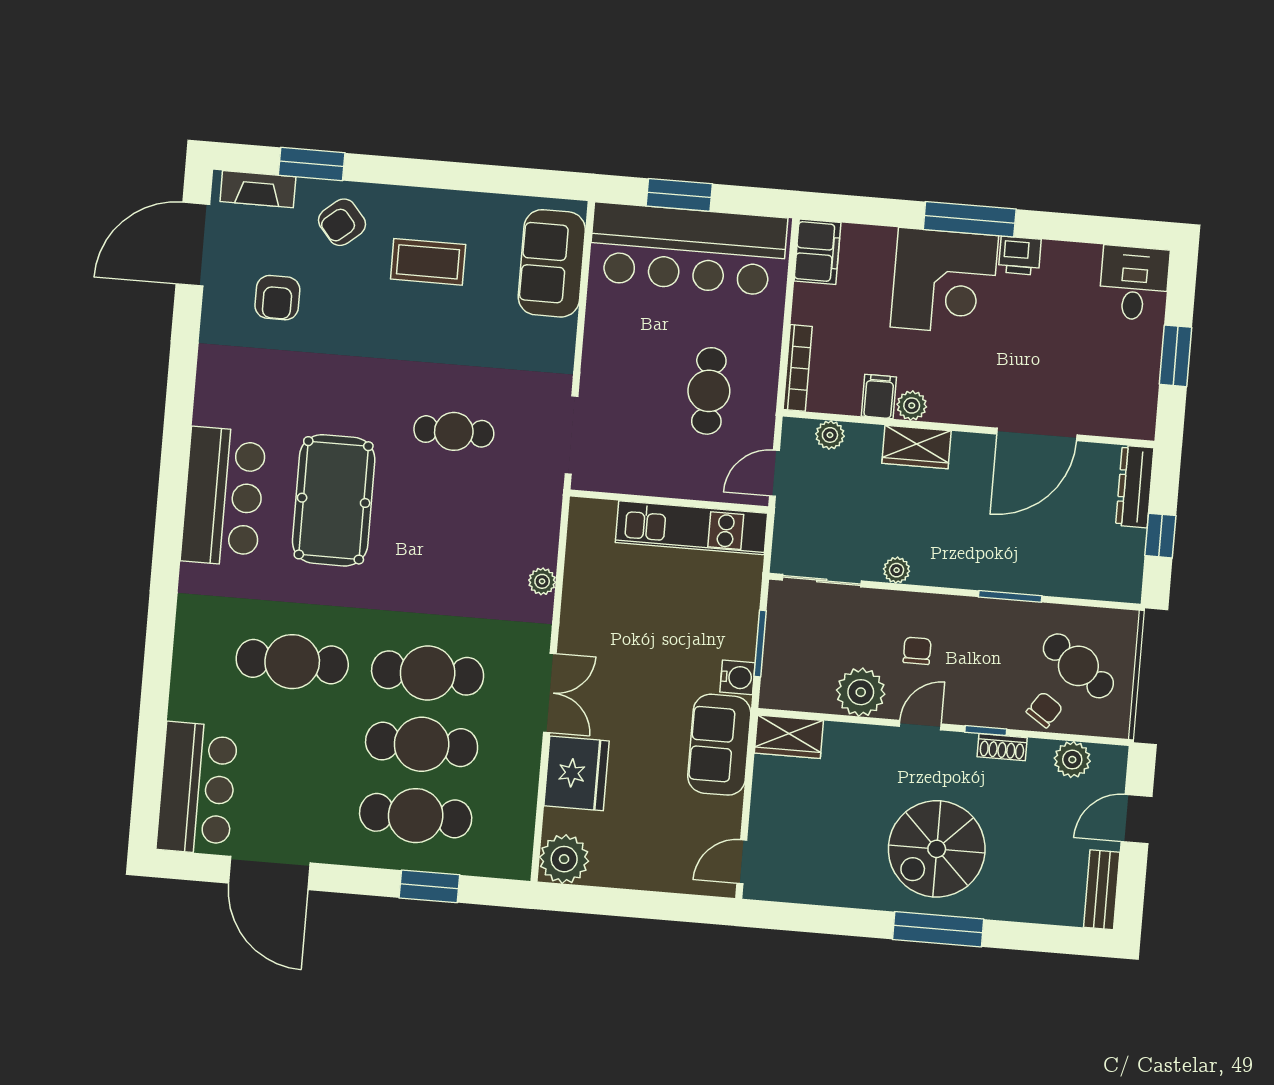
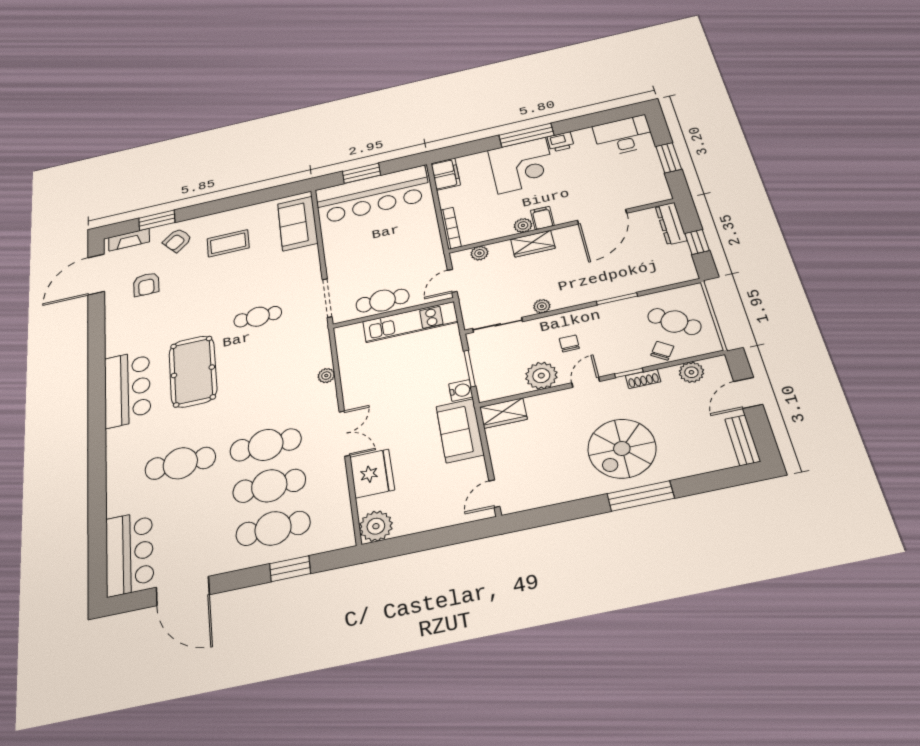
desk: (1134, 283) -> (623, 136), width x1.37
cafe table: (709, 391) -> (383, 301), moved, turned 90
filing cabinet: (879, 396) -> (542, 218), moved

